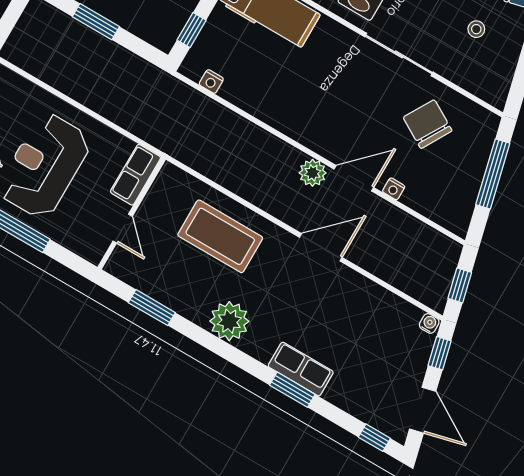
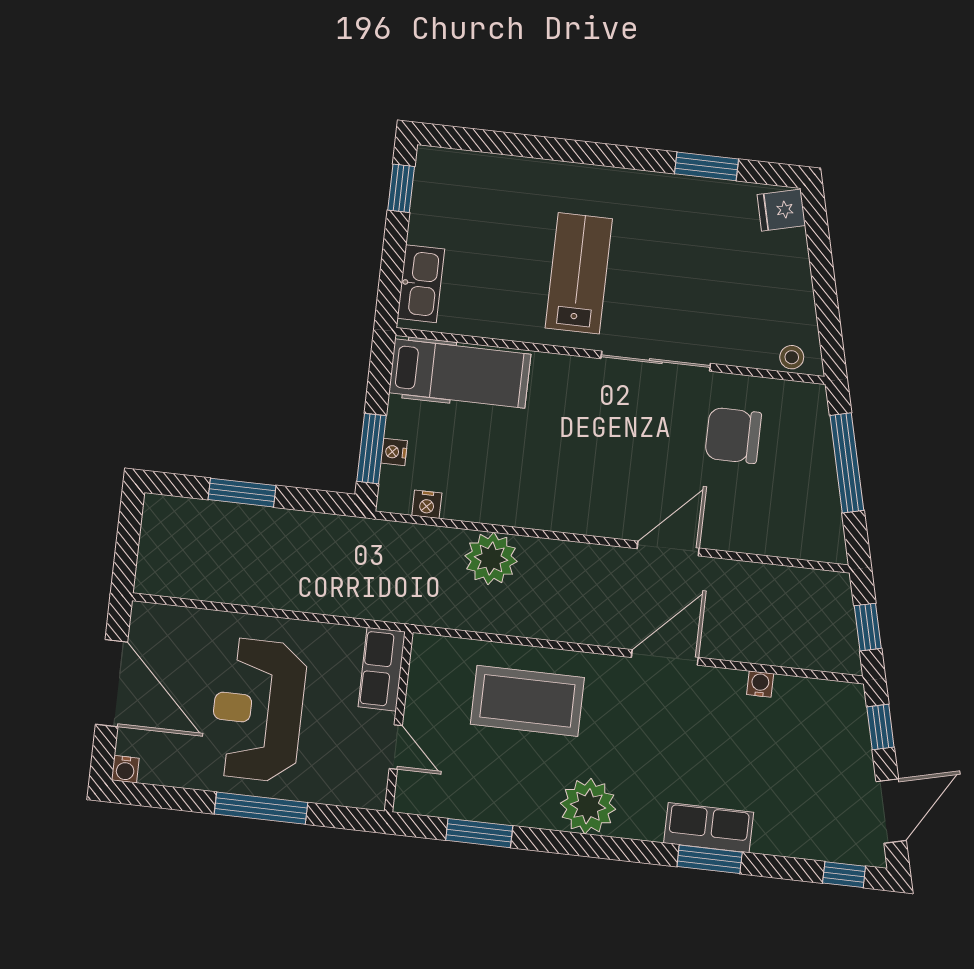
stool: (476, 29) -> (792, 357), moved
window: (192, 30) -> (371, 449), width x1.50
chair: (428, 124) -> (733, 435), turned -30
plant: (313, 173) -> (491, 559), moved, width x1.36, depth x1.36
nightstand: (394, 189) -> (394, 452), moved, turned 90
water cooler: (429, 323) -> (760, 684), moved
door: (423, 410) -> (891, 811), hinge flipped

